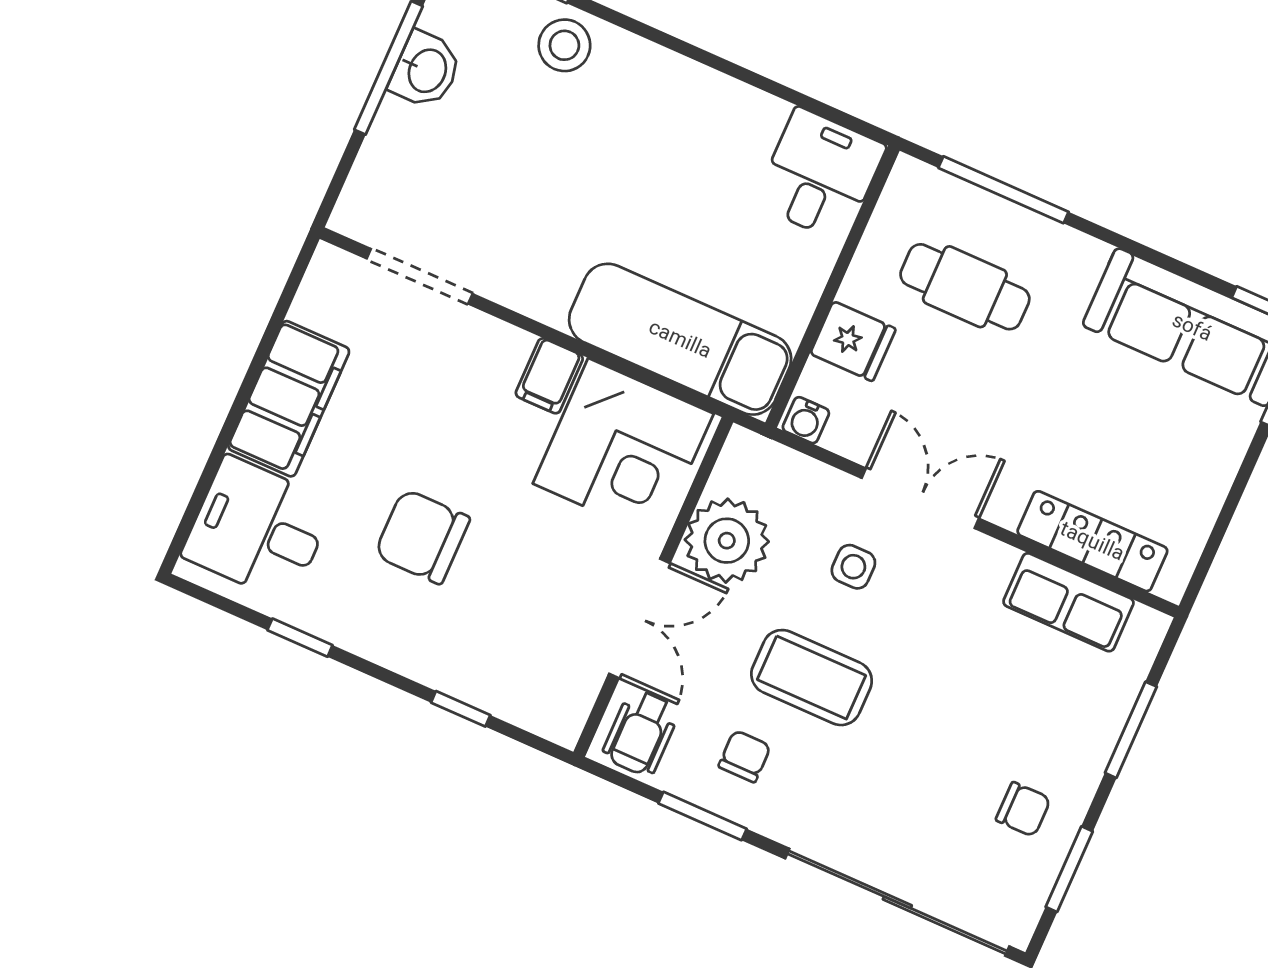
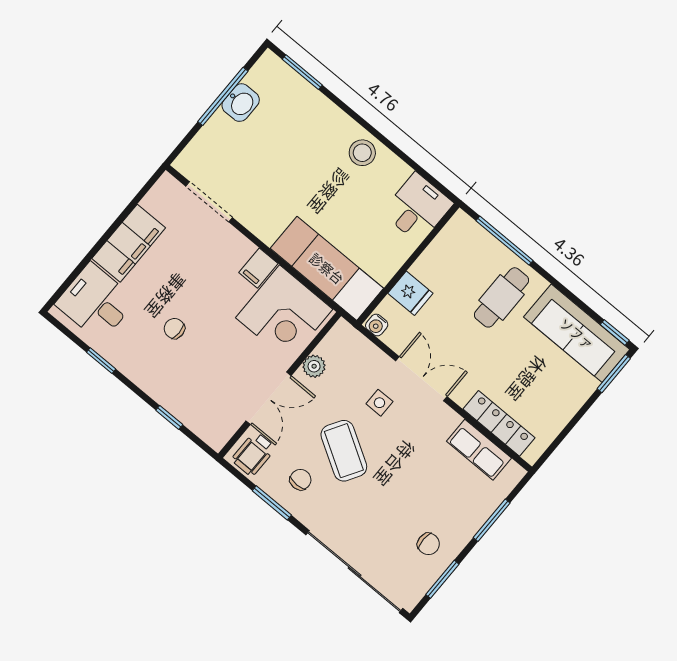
stool: (564, 45) -> (362, 153), moved
cafe table: (965, 287) -> (501, 297), moved, turned 90
chair: (422, 537) -> (174, 328), width x0.54, depth x0.54
plant: (727, 541) -> (314, 366), width x0.53, depth x0.53
coffee table: (812, 678) -> (344, 451), turned 31

